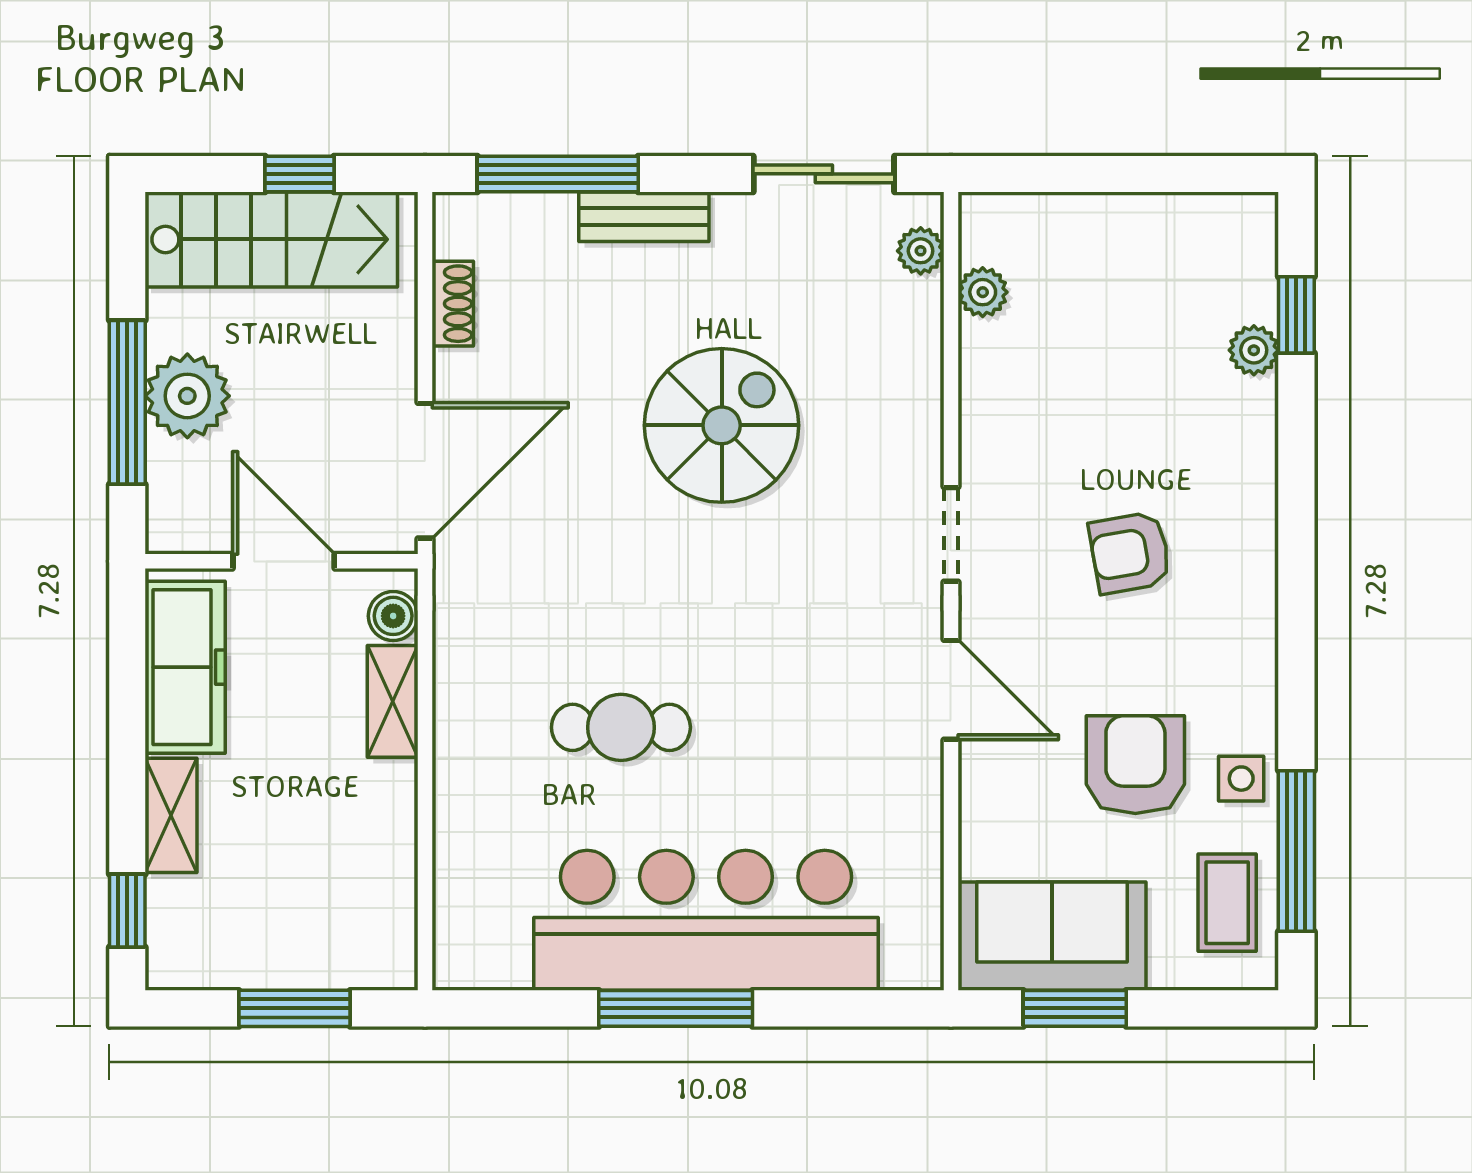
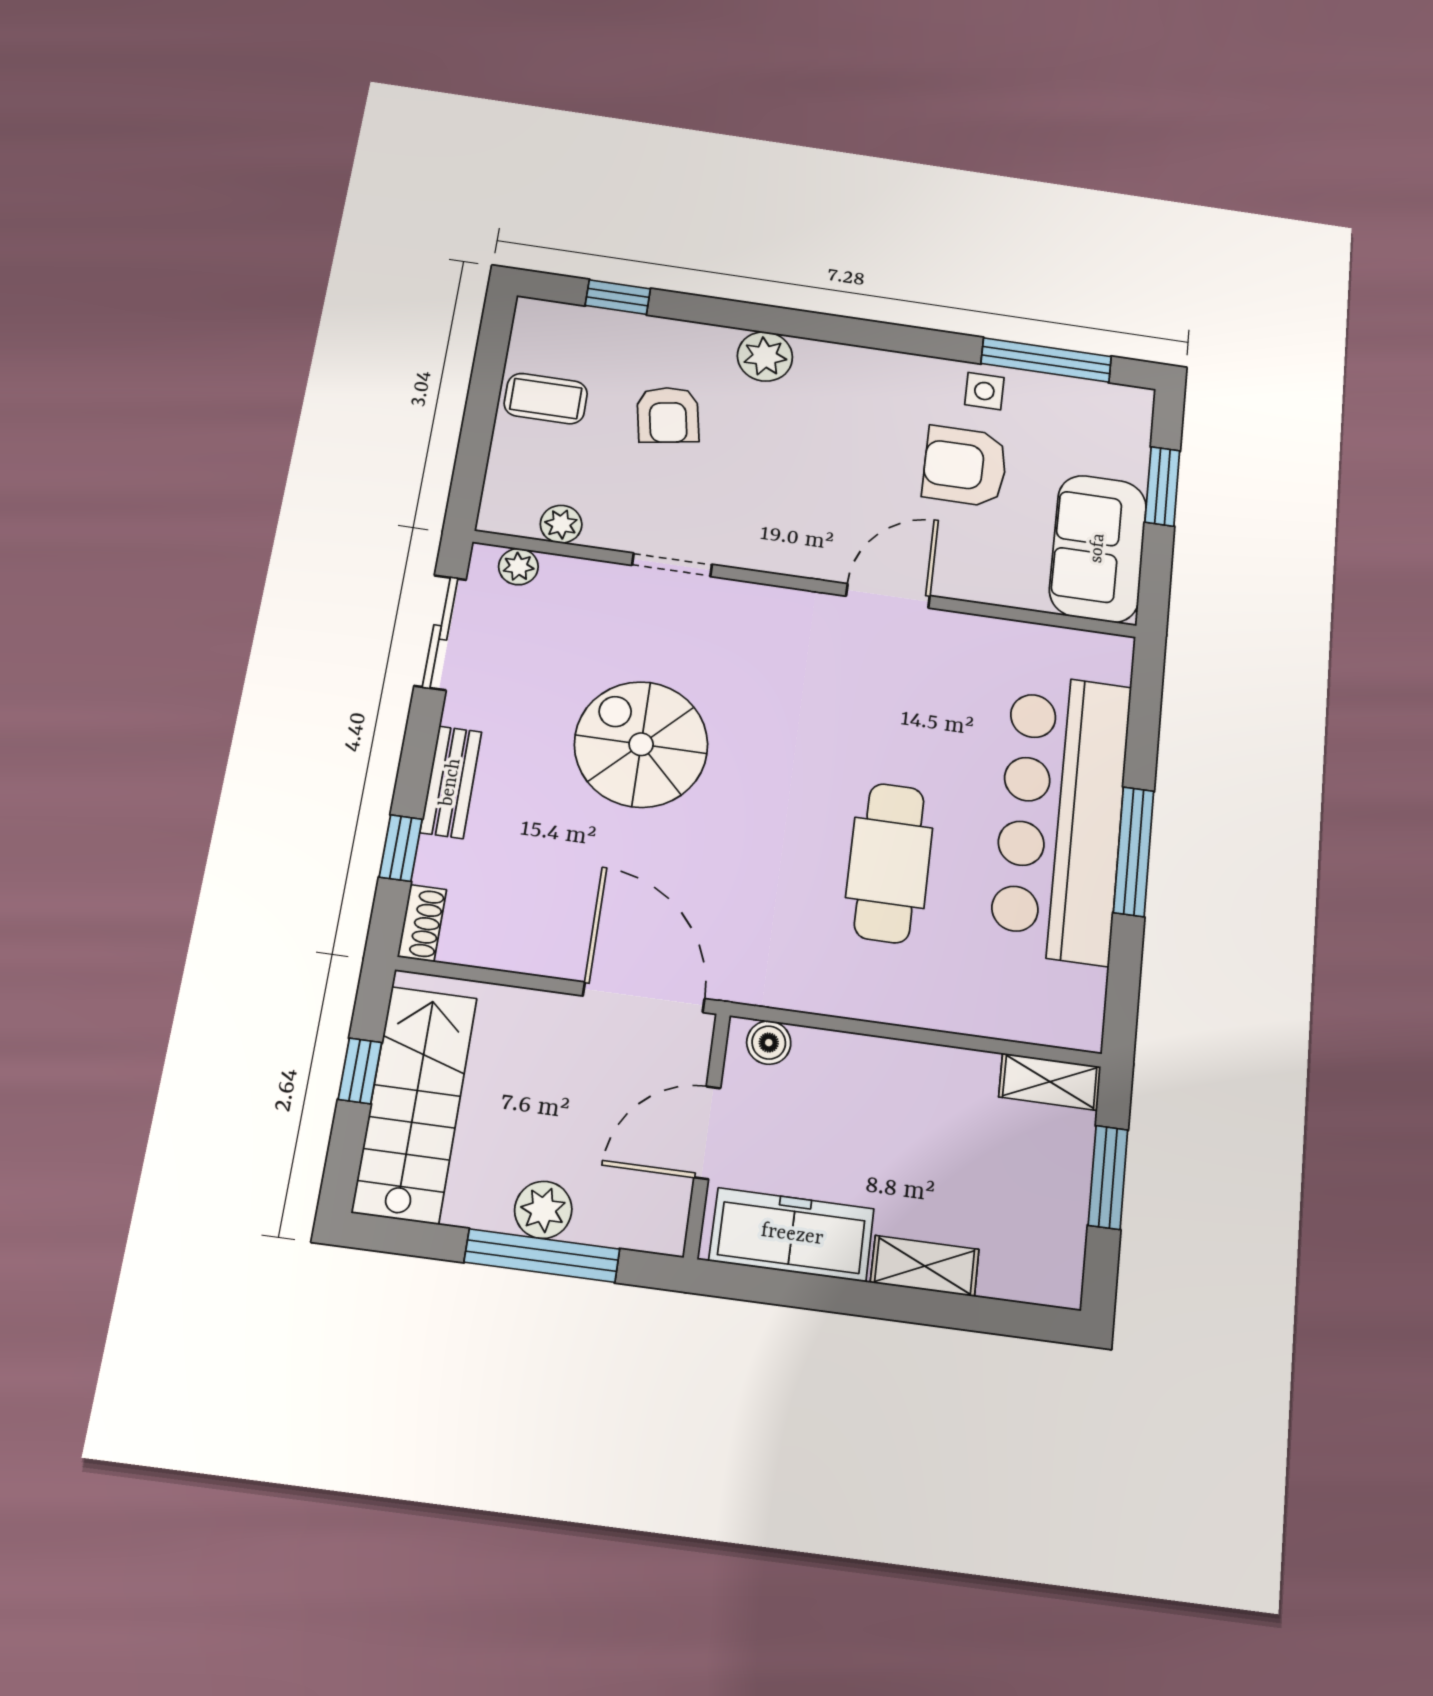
window: (558, 174) -> (401, 848), width x0.46
shoe rack: (453, 304) -> (422, 923), moved, turned 90
plant: (1254, 350) -> (765, 356), moved, width x1.38, depth x1.38
plant: (187, 396) -> (543, 1210), width x0.73, depth x0.73
doorway: (951, 534) -> (672, 565), moved
armchair: (1130, 553) -> (668, 415), moved
shelving: (393, 701) -> (1050, 1082), moved
cafe table: (621, 727) -> (889, 863), width x1.37, depth x1.35
coffee table: (1227, 903) -> (546, 399), moved
window: (127, 911) -> (1007, 1318), removed
window: (1075, 1008) -> (1162, 486), moved

